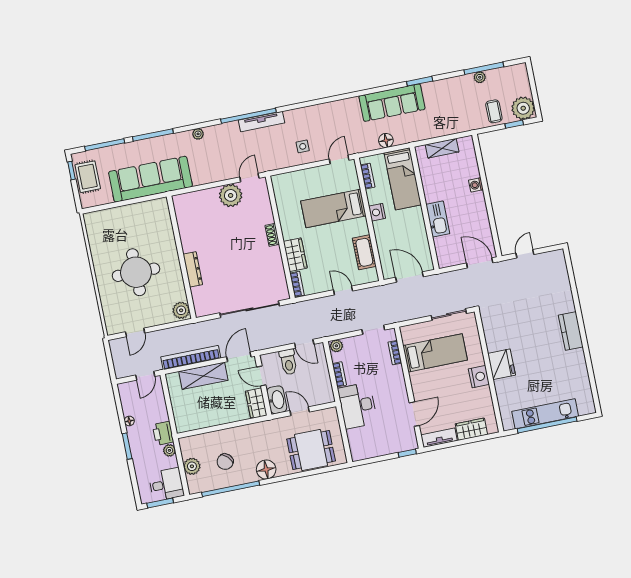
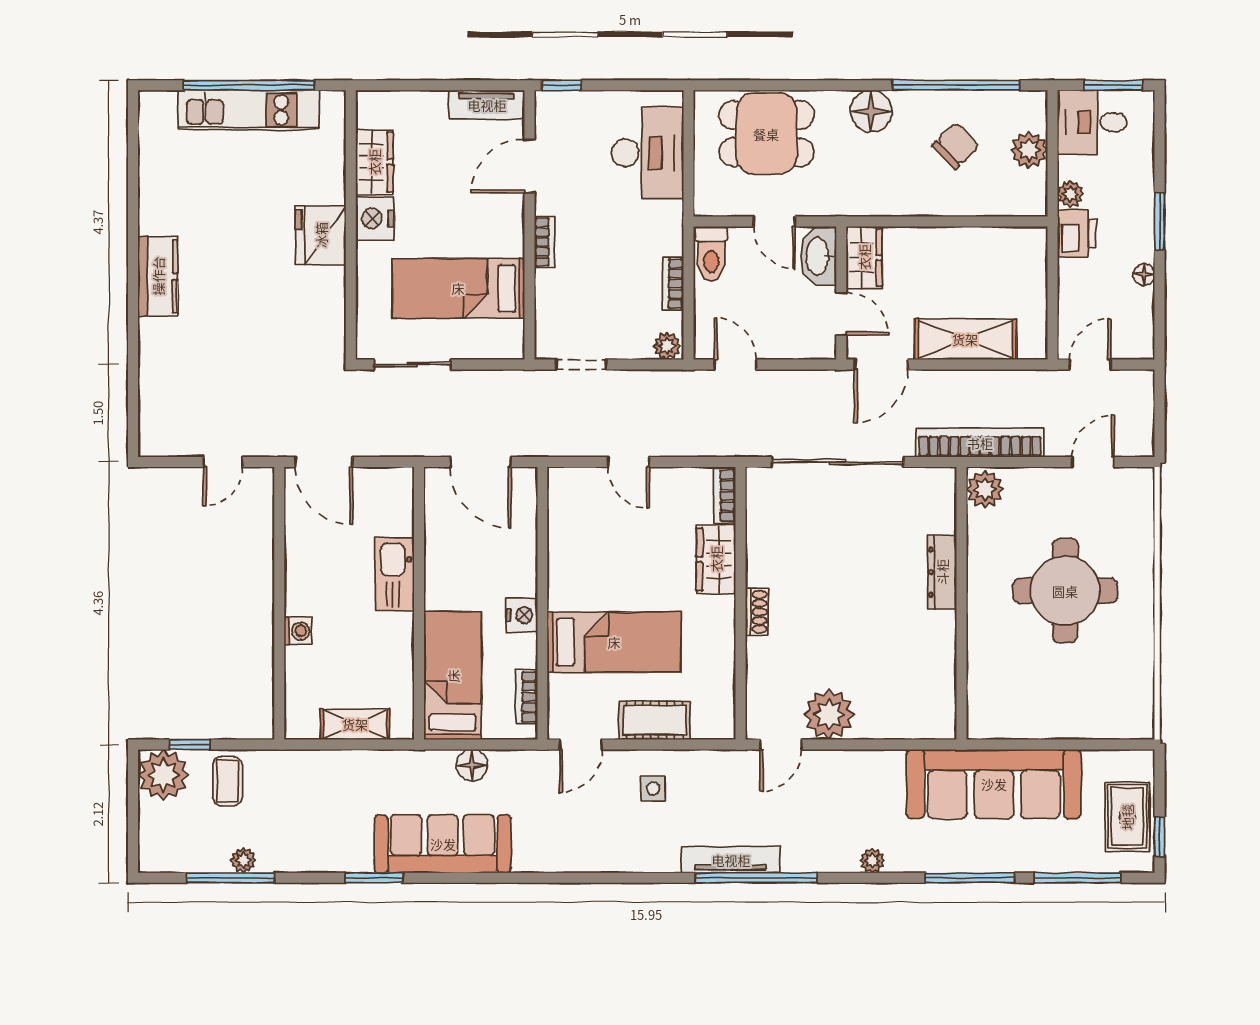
cot: (364, 252) -> (655, 720), moved, turned 90
bookcase: (395, 353) -> (545, 242), moved
bookcase: (191, 358) -> (980, 443), moved, turned 180
toilet: (288, 362) -> (711, 254), moved, turned 180
desk: (358, 406) -> (648, 153), moved
wardrobe: (471, 429) -> (374, 162), moved, turned -90

